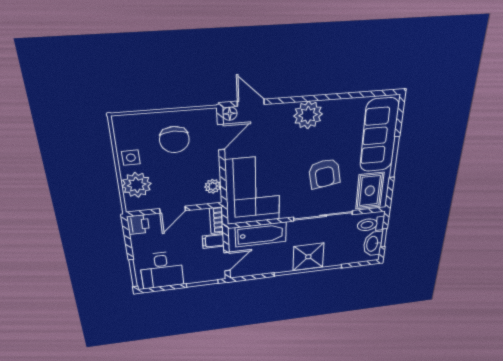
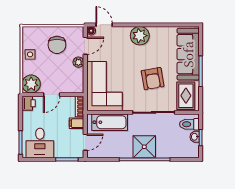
plant: (137, 185) -> (31, 84), moved
plant: (213, 186) -> (78, 62), moved
washbasin: (373, 244) -> (195, 137), width x0.52, depth x0.69

